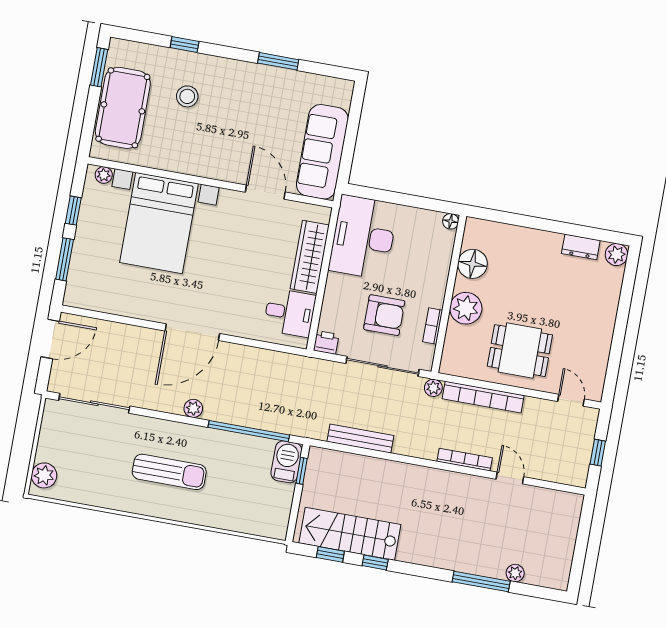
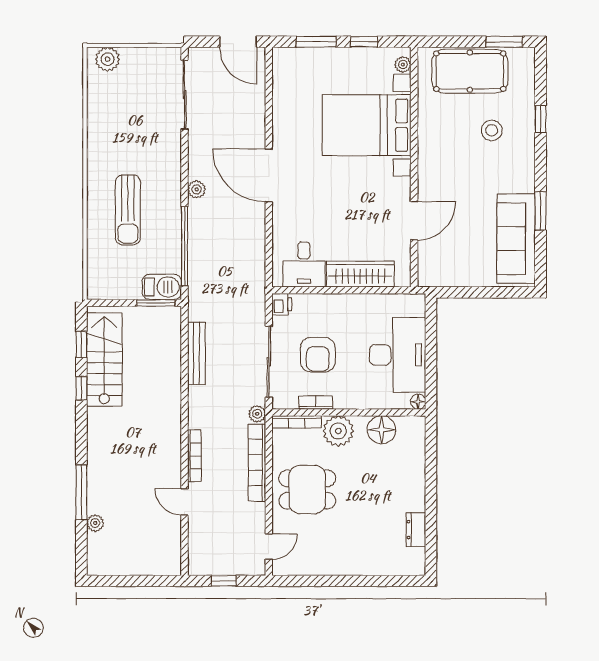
sofa: (322, 152) -> (516, 239), moved, turned -90
desk: (363, 237) -> (398, 355), moved, turned 90
plant: (617, 255) -> (415, 565), removed
bookcase: (449, 349) -> (297, 422), added
dining table: (520, 351) -> (307, 490), turned 90
window: (302, 471) -> (156, 303), width x1.50
sun lounger: (169, 472) -> (128, 210), moved
door: (510, 478) -> (185, 502), swing flipped

